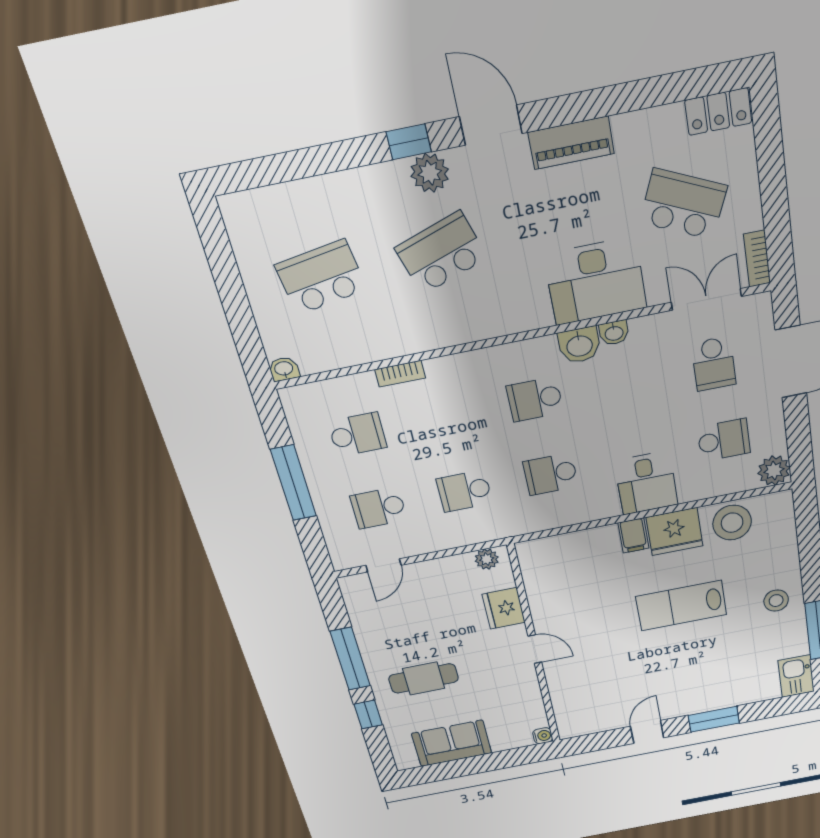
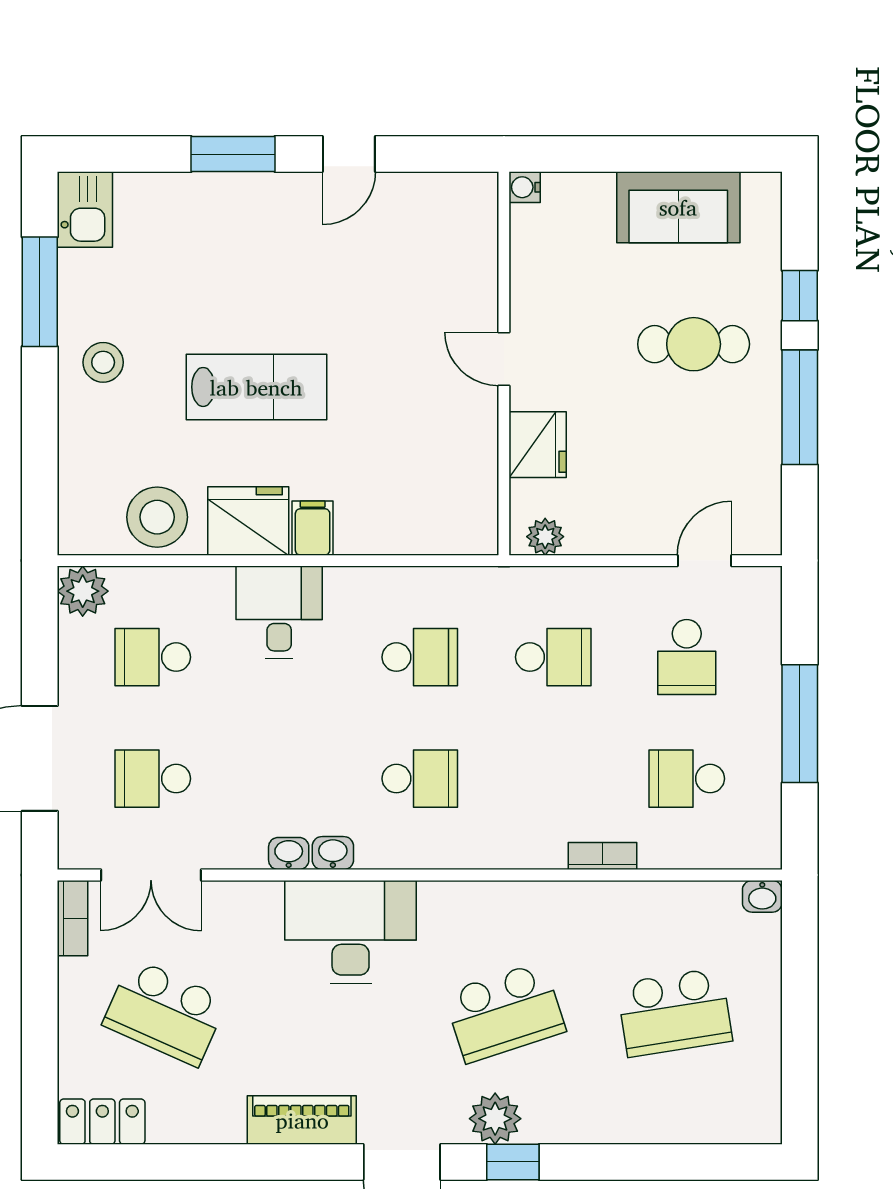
desk: (595, 281) -> (351, 932), moved
washbasin: (579, 345) -> (333, 853), width x0.72, depth x0.69
school desk: (714, 364) -> (153, 779), turned -90
school desk: (379, 508) -> (687, 657), turned 90

